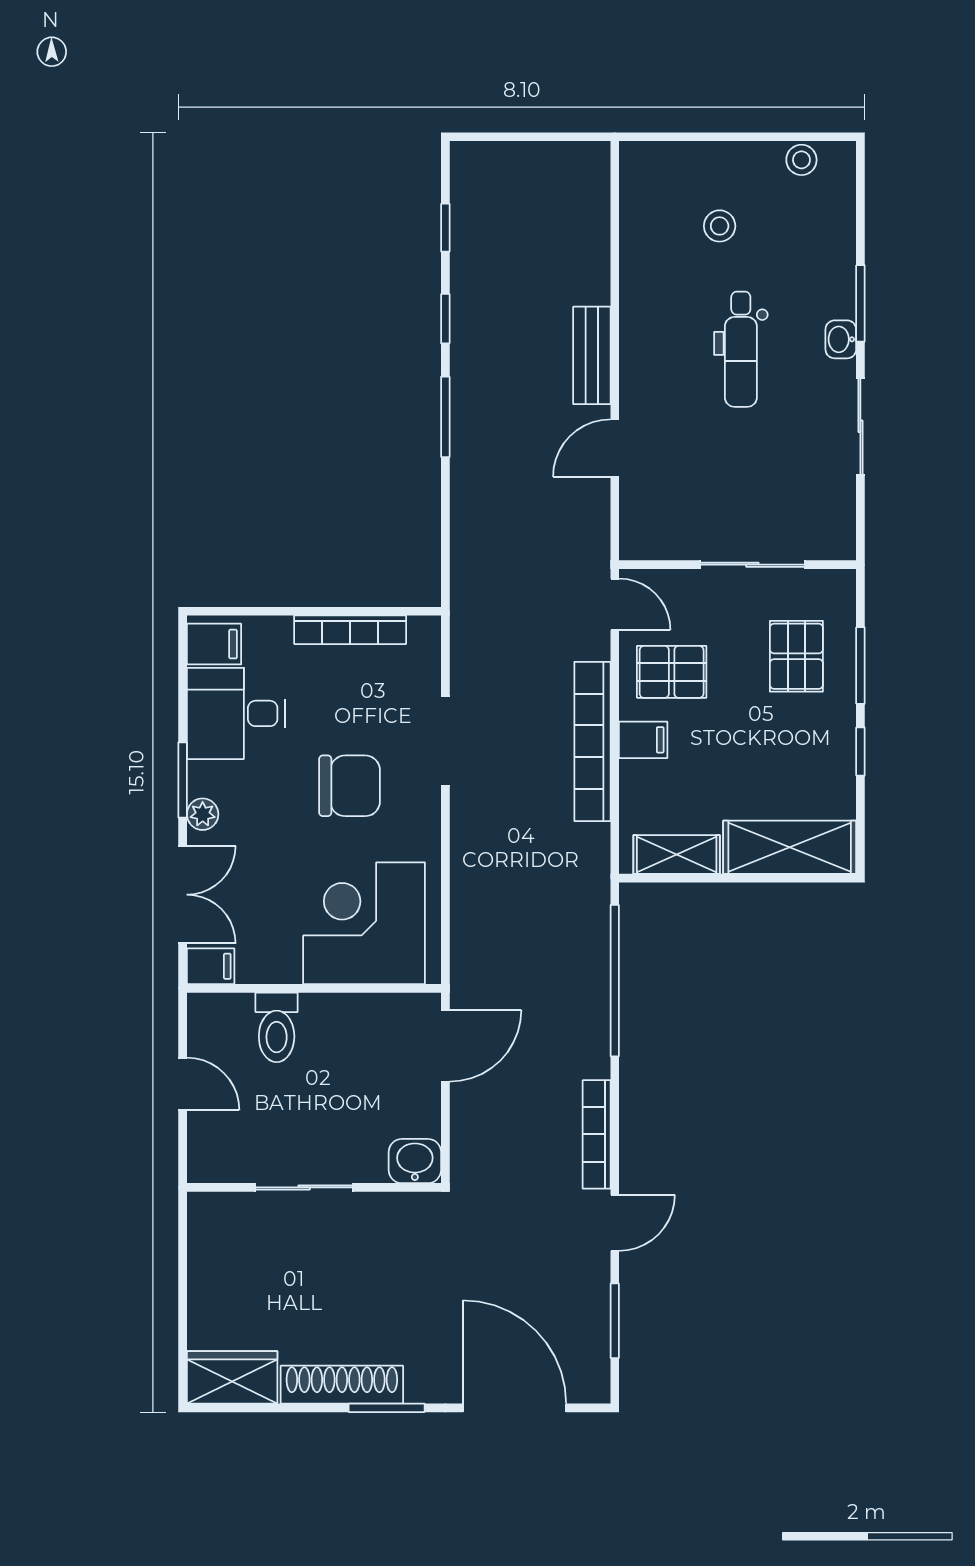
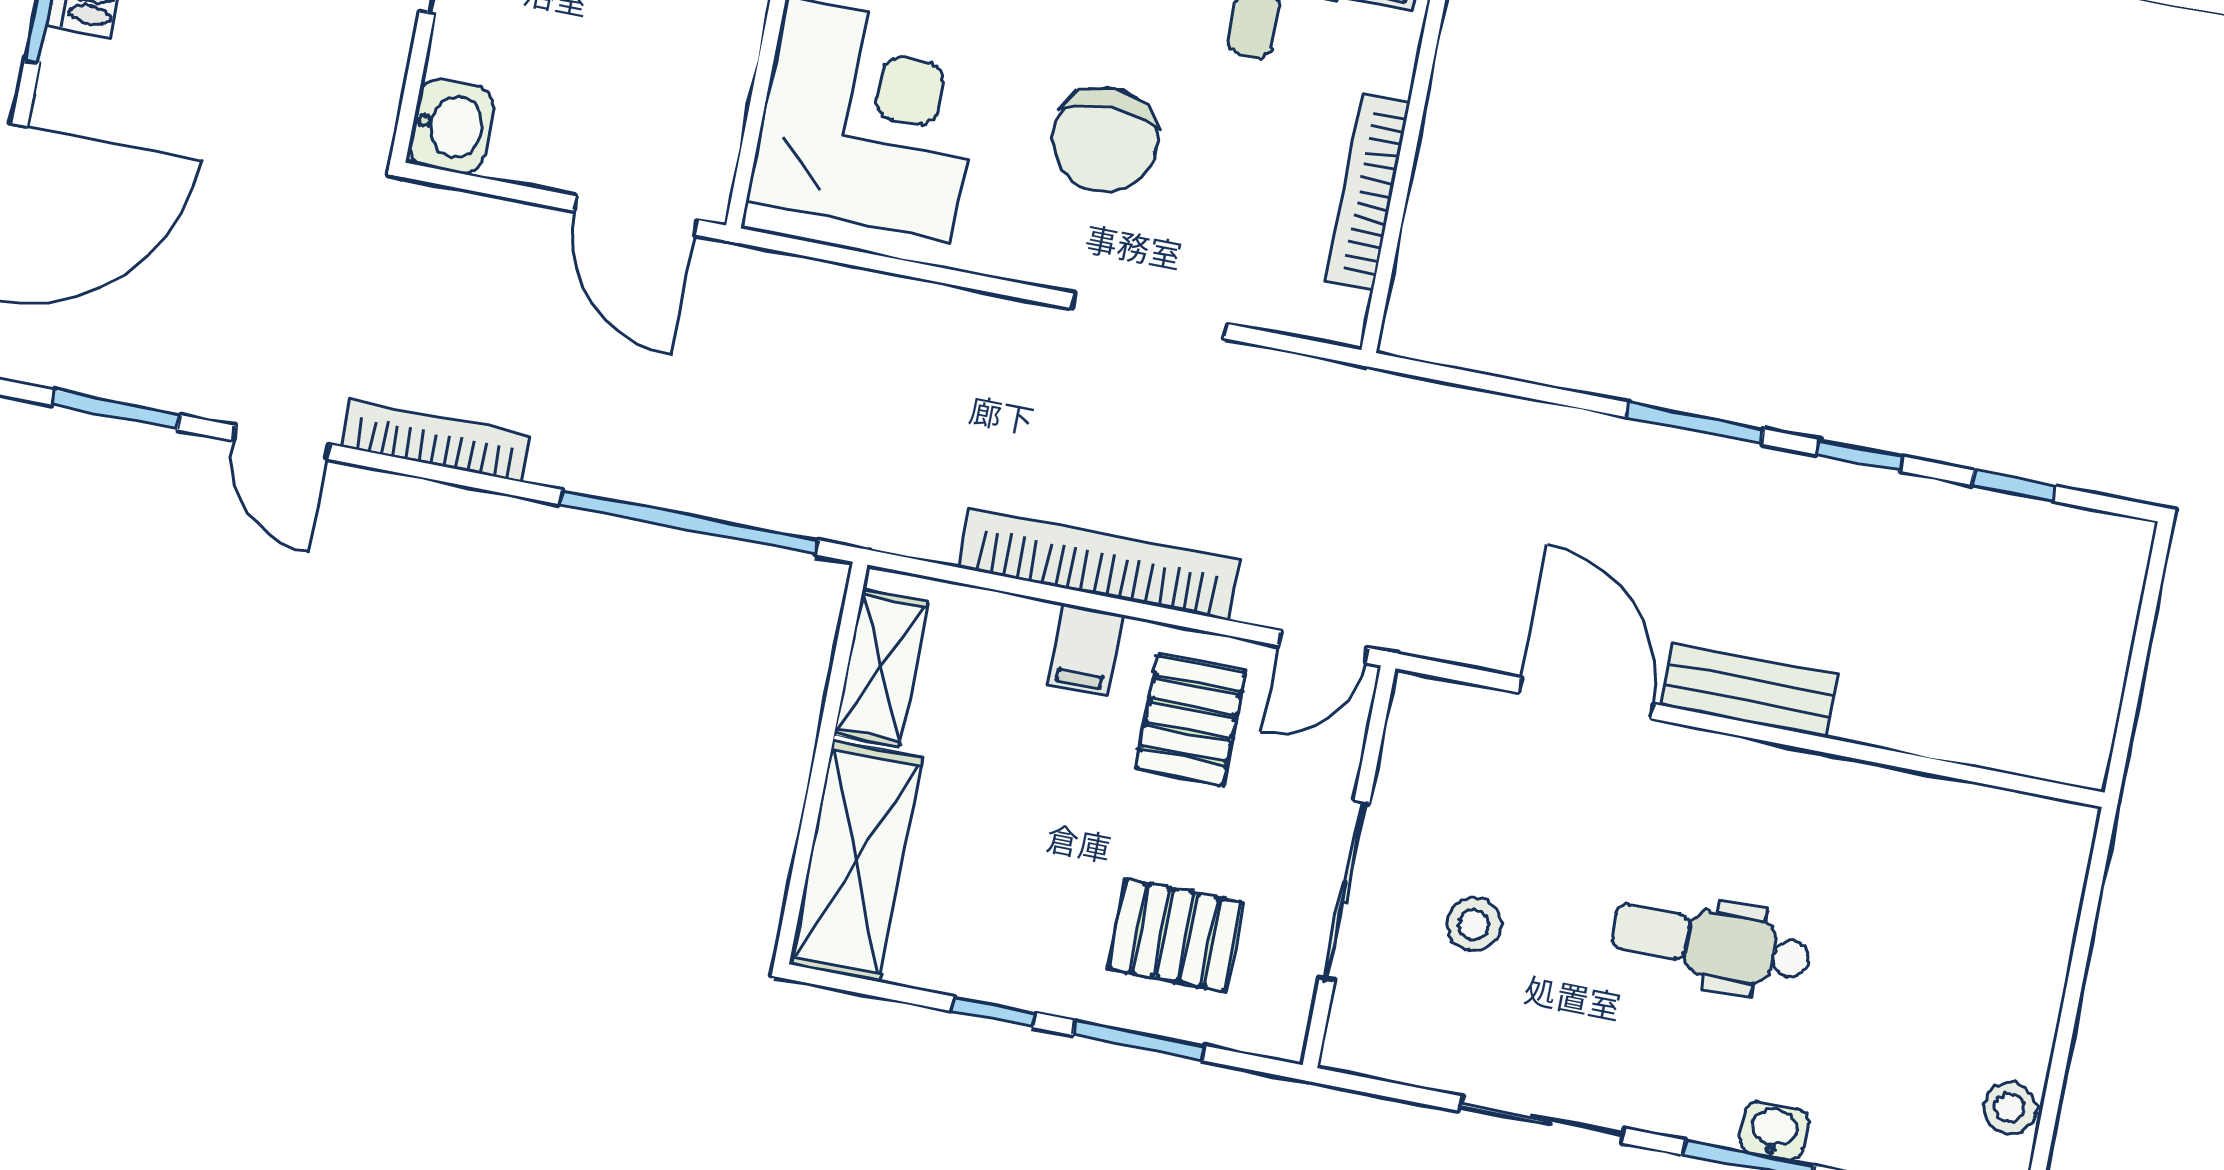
stool: (720, 226) -> (1474, 924), moved
washbasin: (841, 339) -> (1774, 1131), moved
door: (615, 448) -> (1586, 698), width x1.38

